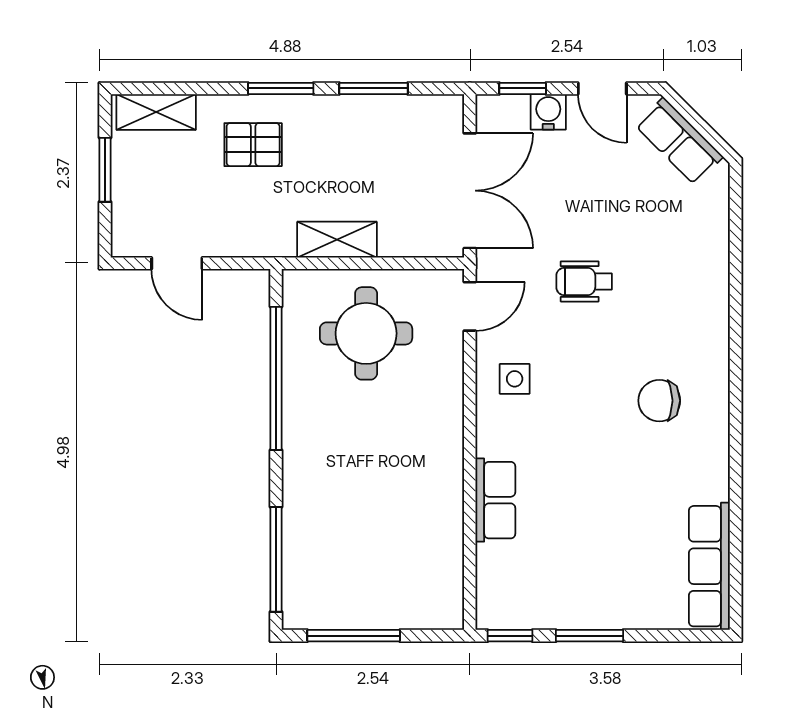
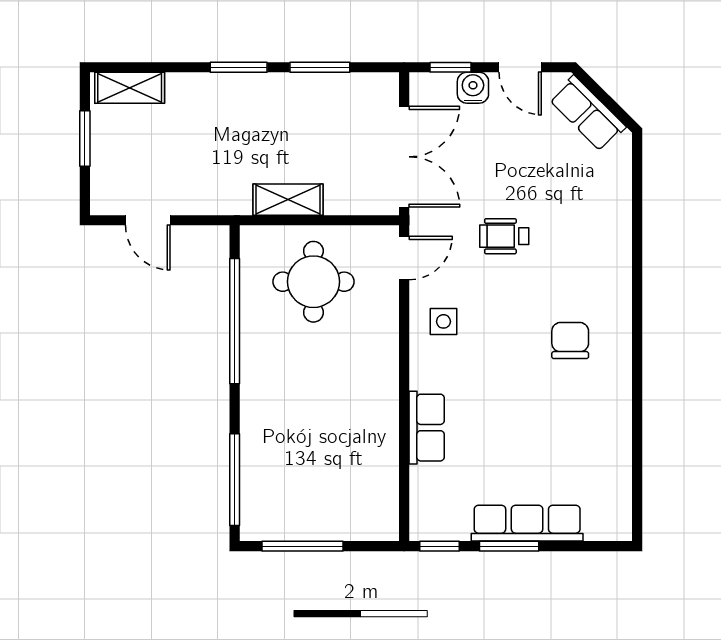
pallet: (253, 145) -> (215, 116), removed
chair: (659, 401) -> (570, 341), turned 90
row of seats: (709, 566) -> (527, 523), moved, turned 90

